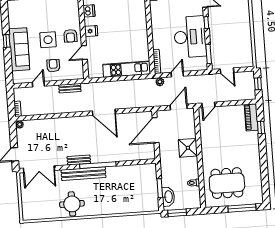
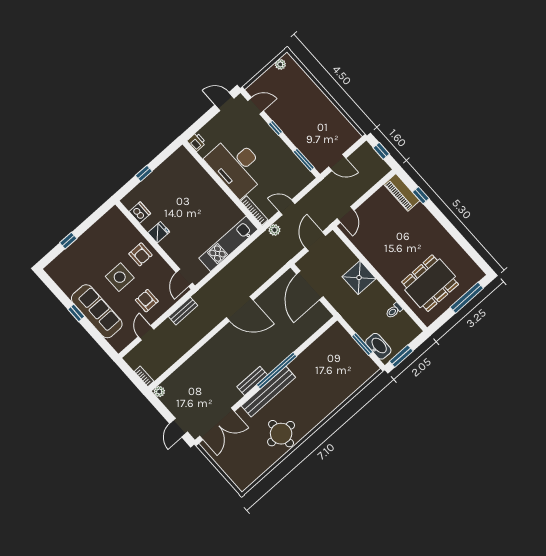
desk: (190, 37) -> (237, 166), moved, turned 180
door: (84, 53) -> (184, 278), moved
door: (177, 74) -> (287, 207), hinge flipped

